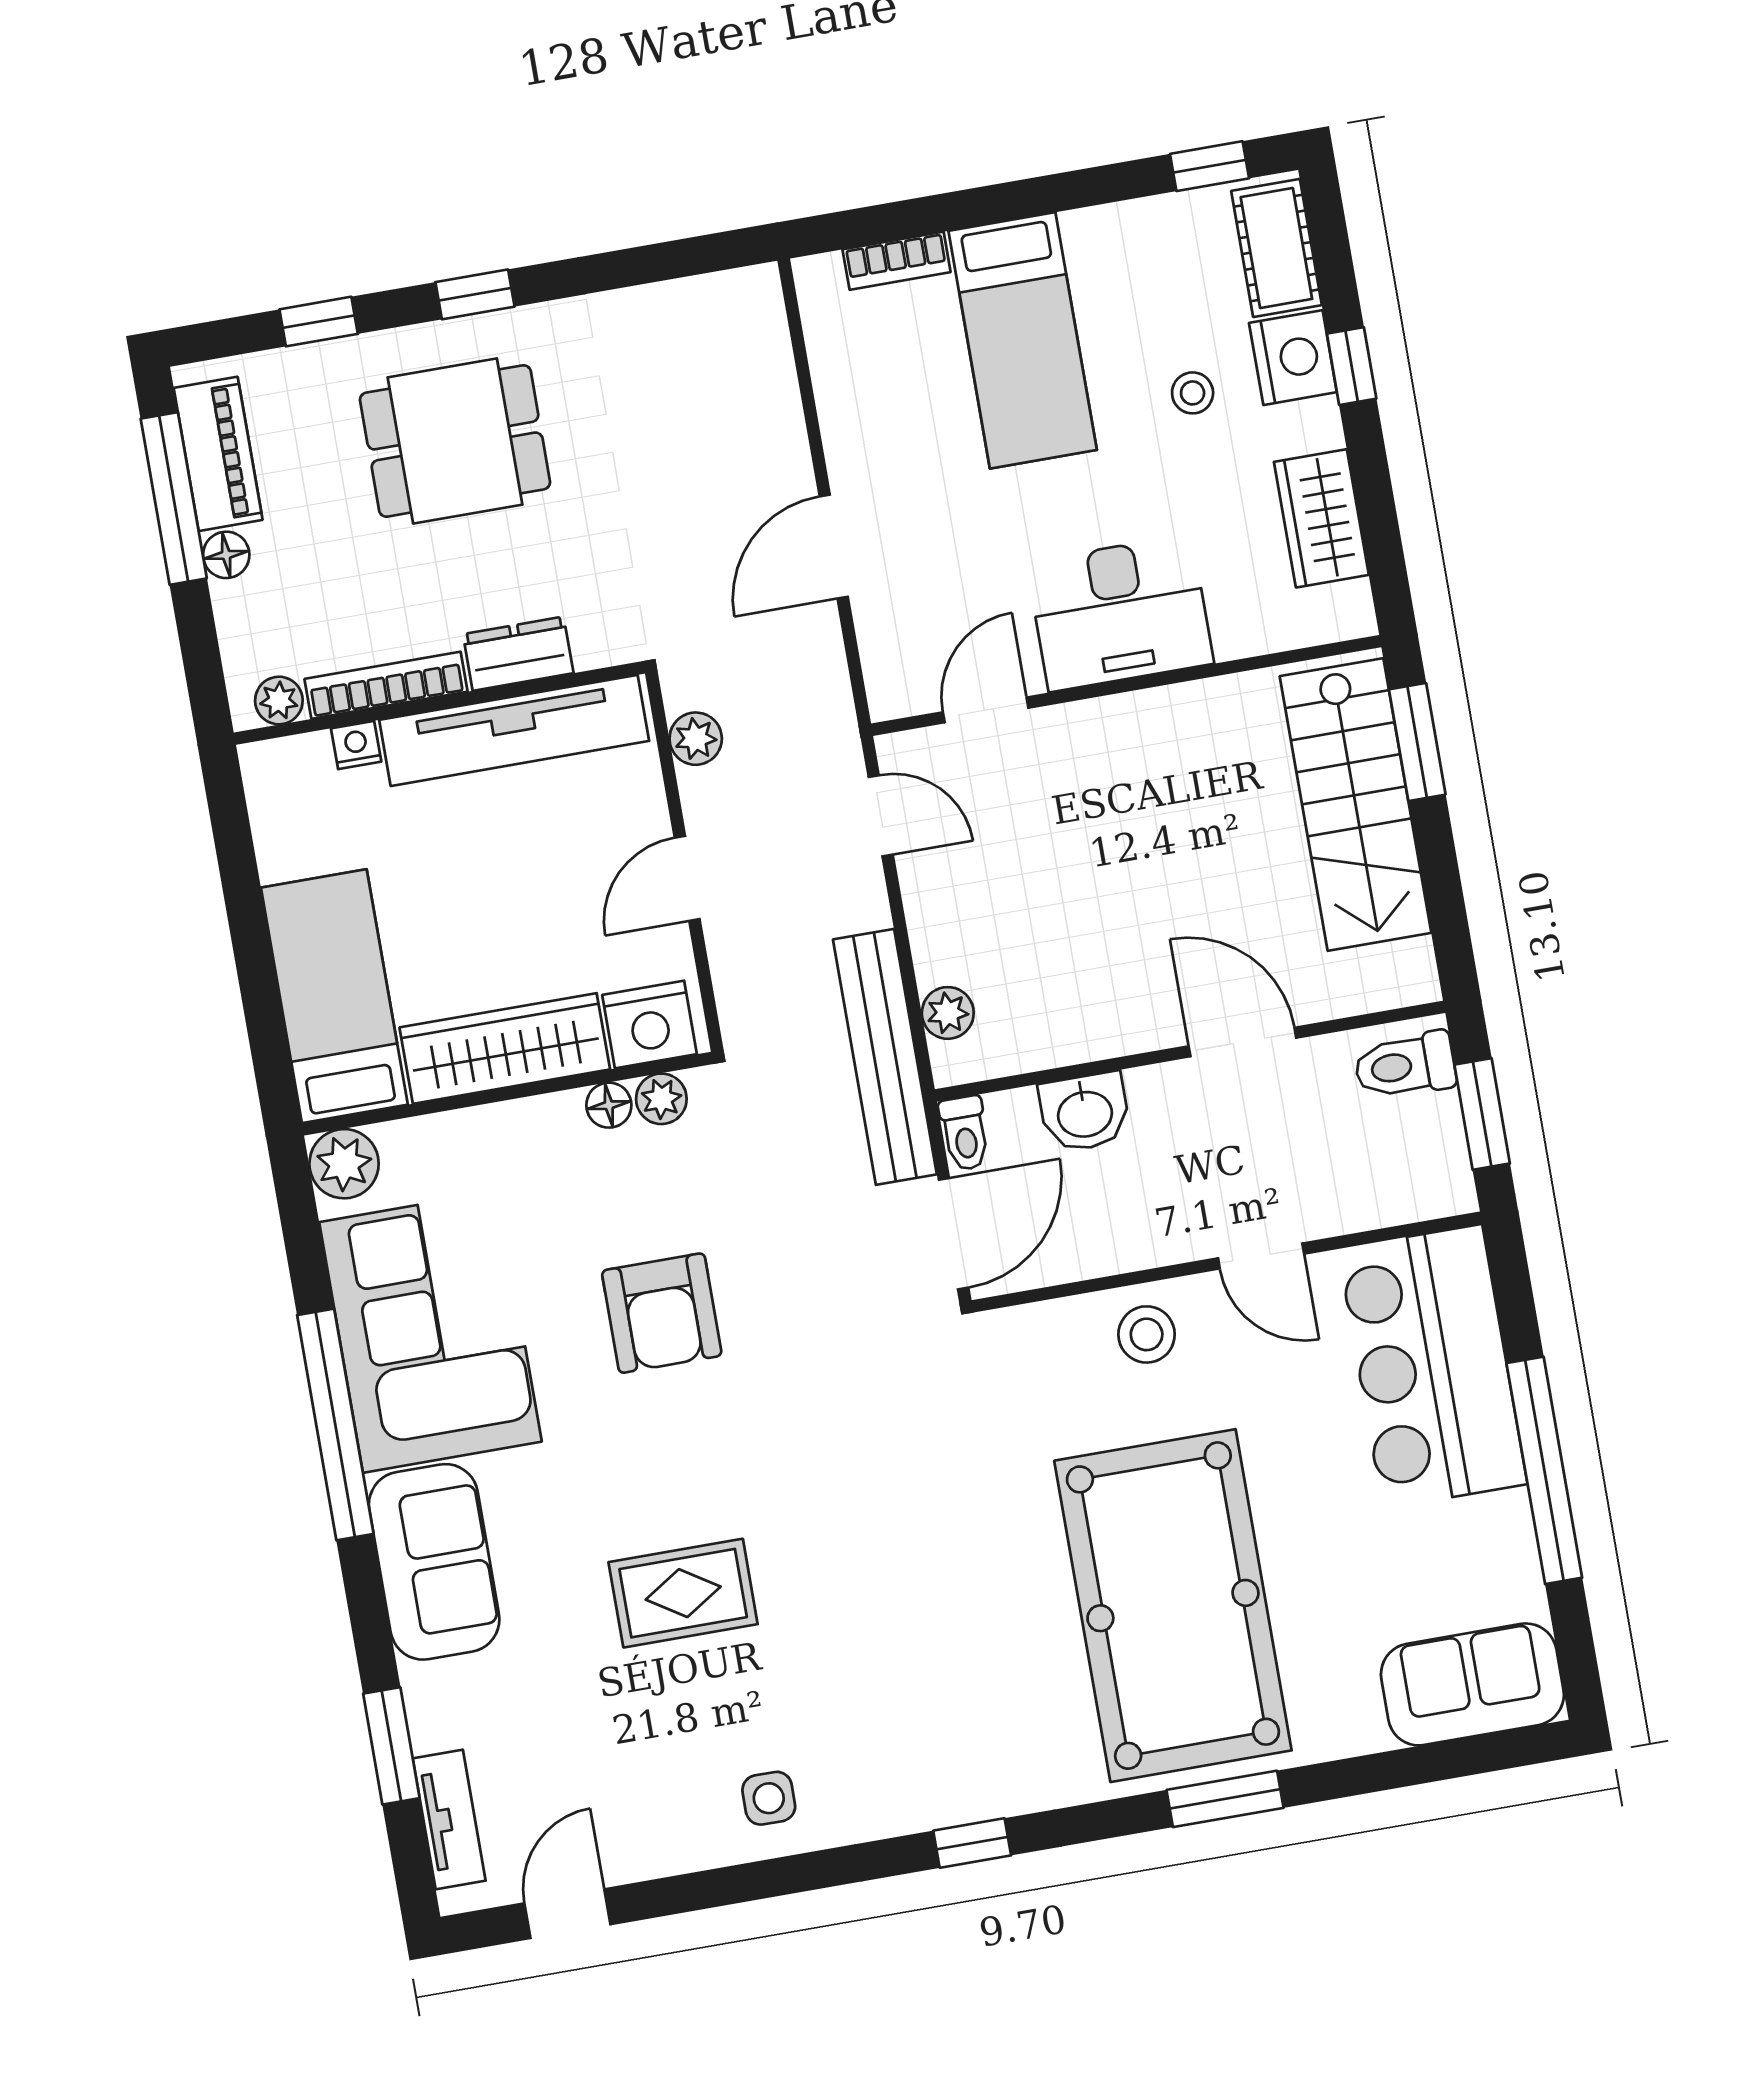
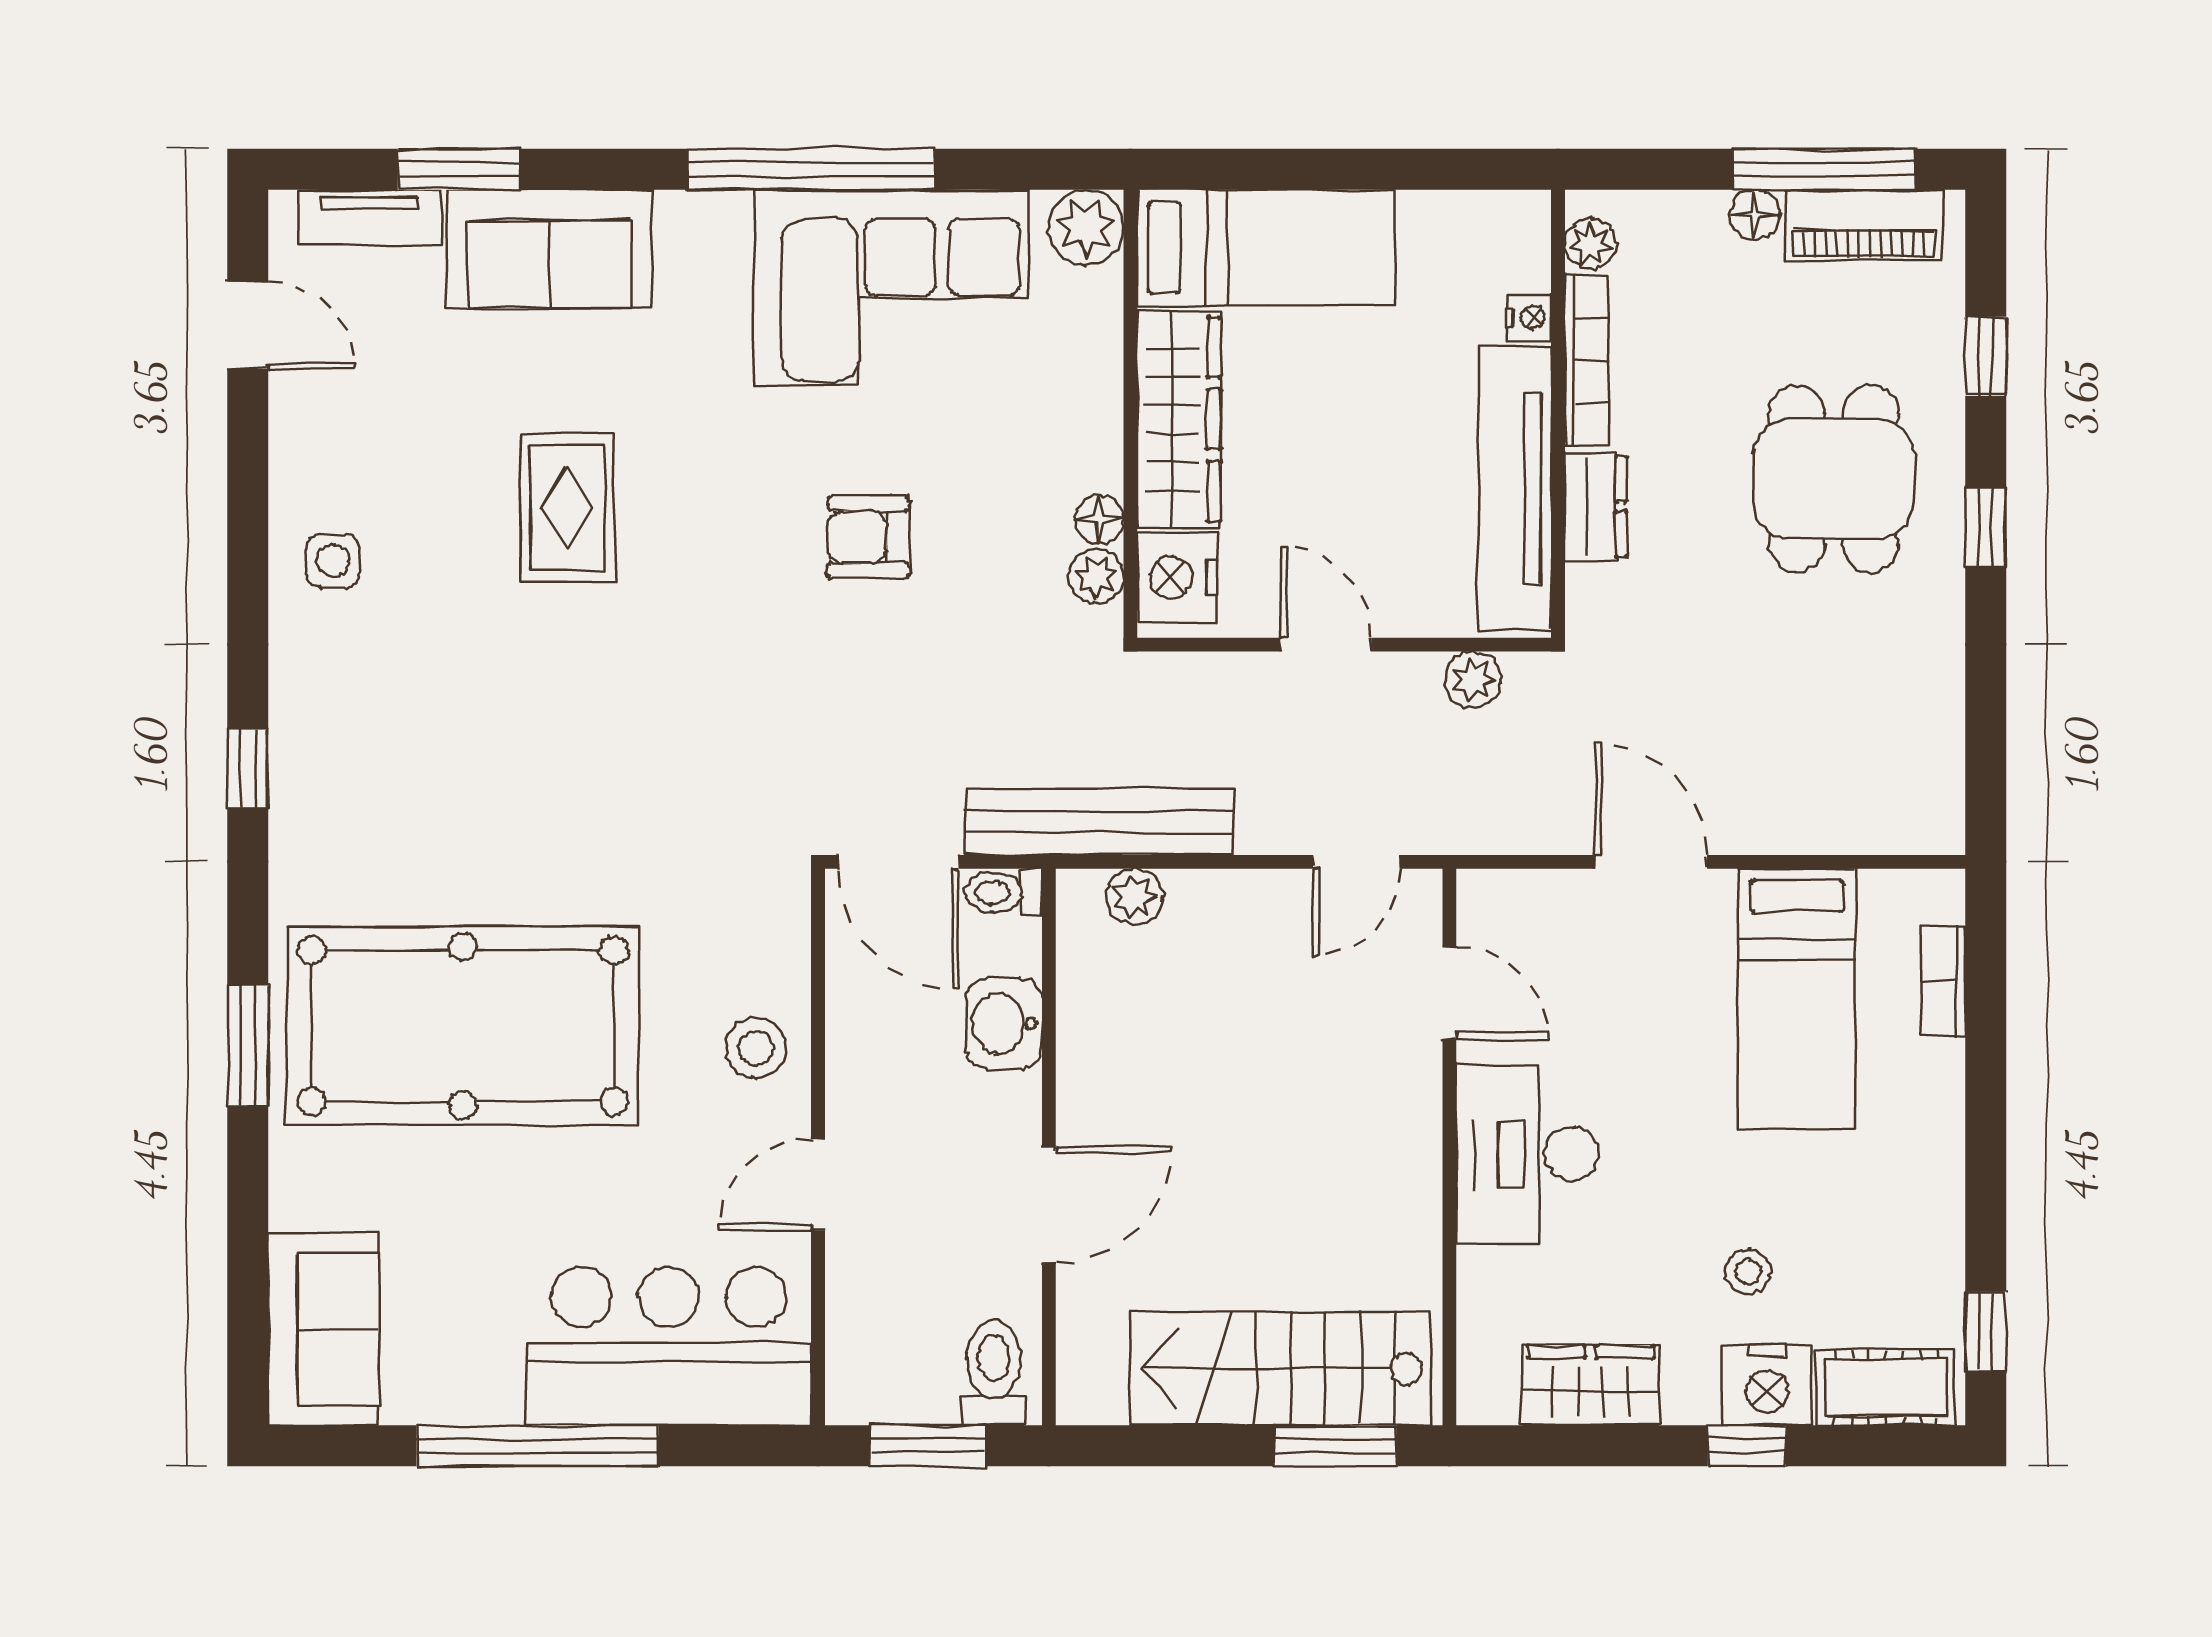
bed: (1023, 340) -> (1797, 999), moved, turned -90
armchair: (662, 1313) -> (868, 537), width x0.72, depth x0.72
sofa: (434, 1562) -> (549, 249), moved

